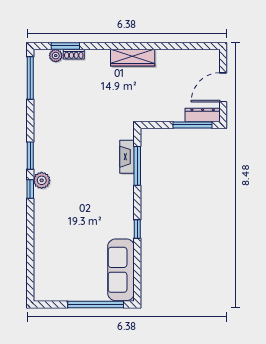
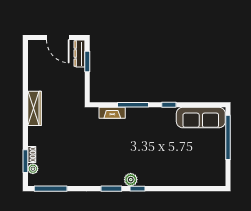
window: (192, 125) -> (87, 61), width x0.69
window: (137, 166) -> (133, 105), moved

